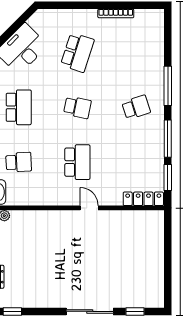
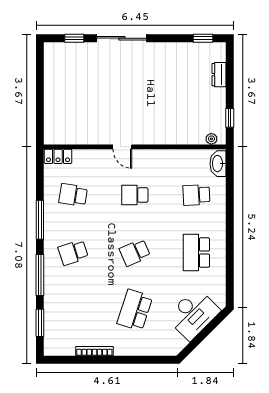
school desk: (77, 107) -> (135, 253), turned -36
school desk: (77, 162) -> (135, 195), width x0.54
school desk: (136, 162) -> (73, 195), added
window: (168, 177) -> (40, 323), moved
locker: (143, 199) -> (58, 156), width x0.66

